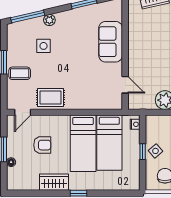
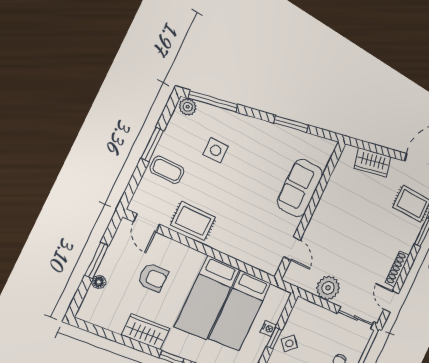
plant: (49, 20) -> (188, 107), moved
door: (23, 112) -> (147, 223), hinge flipped
nightstand: (135, 124) -> (268, 329), moved

